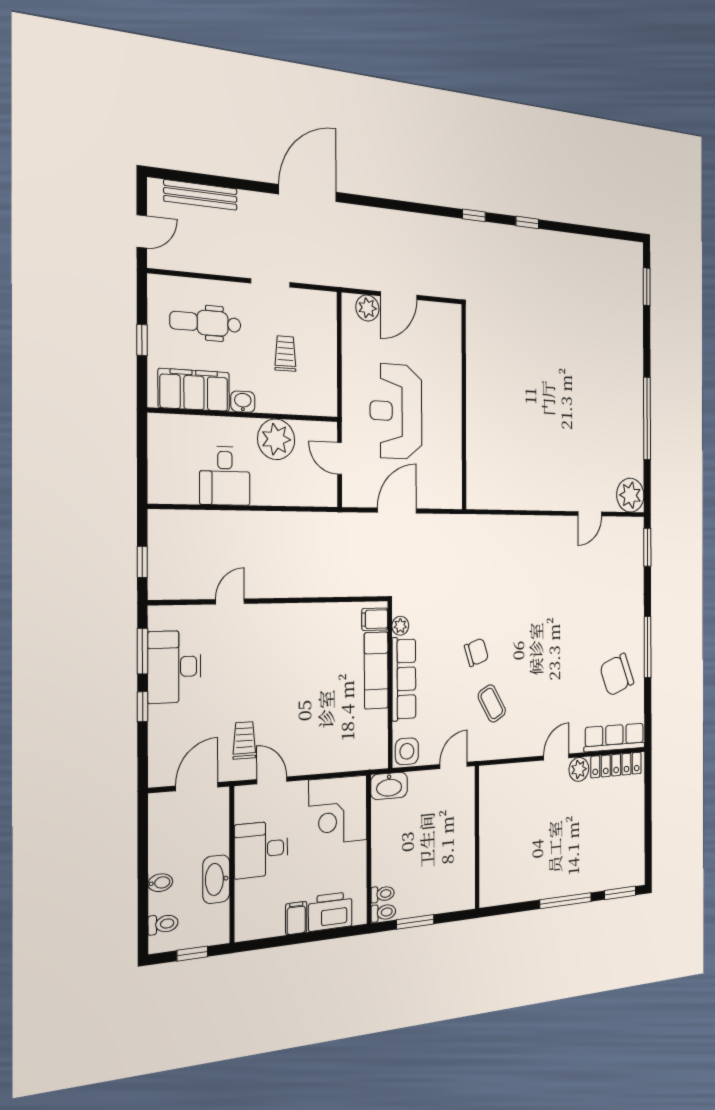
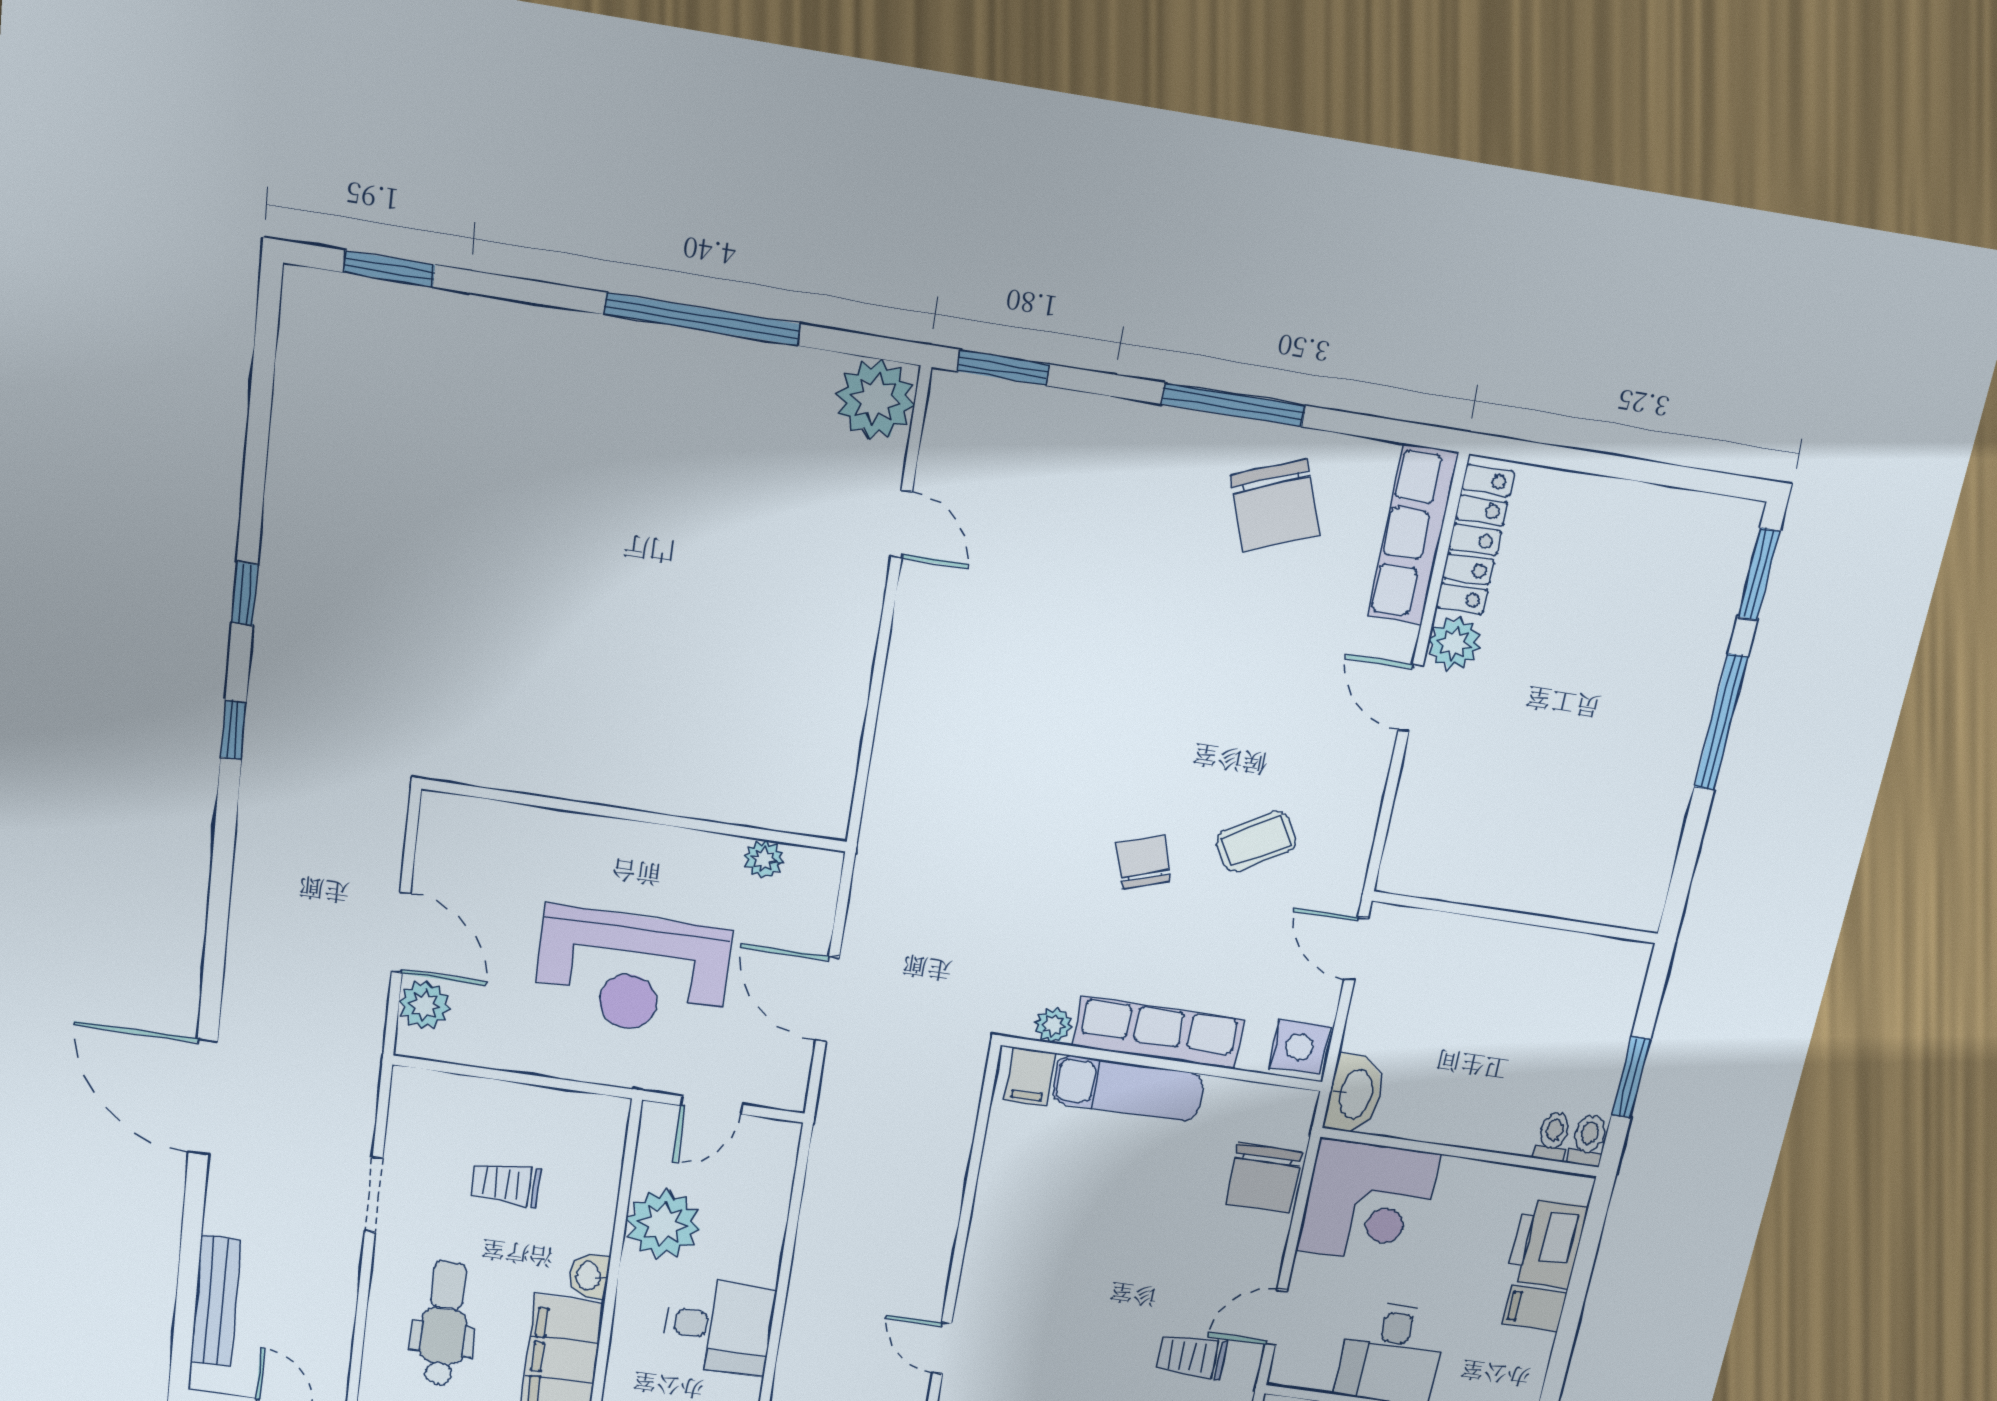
dental chair: (206, 323) -> (444, 1323), turned 180
plant: (454, 470) -> (764, 859), added
chair: (343, 752) -> (1264, 1178), added

